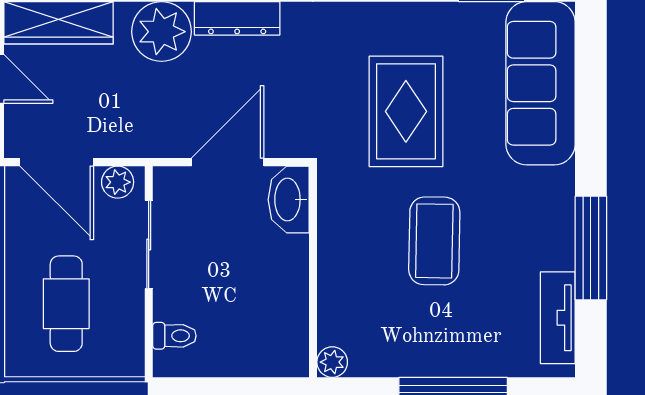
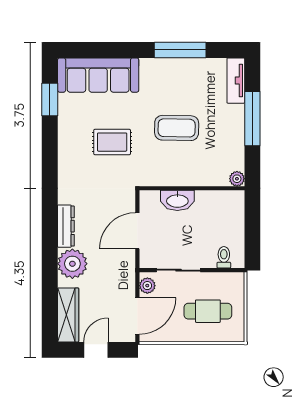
rug: (406, 111) -> (112, 142), width x0.73, depth x0.70
door: (228, 162) -> (137, 231), hinge flipped
washbasin: (289, 200) -> (177, 200), moved
tv unit: (558, 318) -> (236, 81), moved, turned 90

